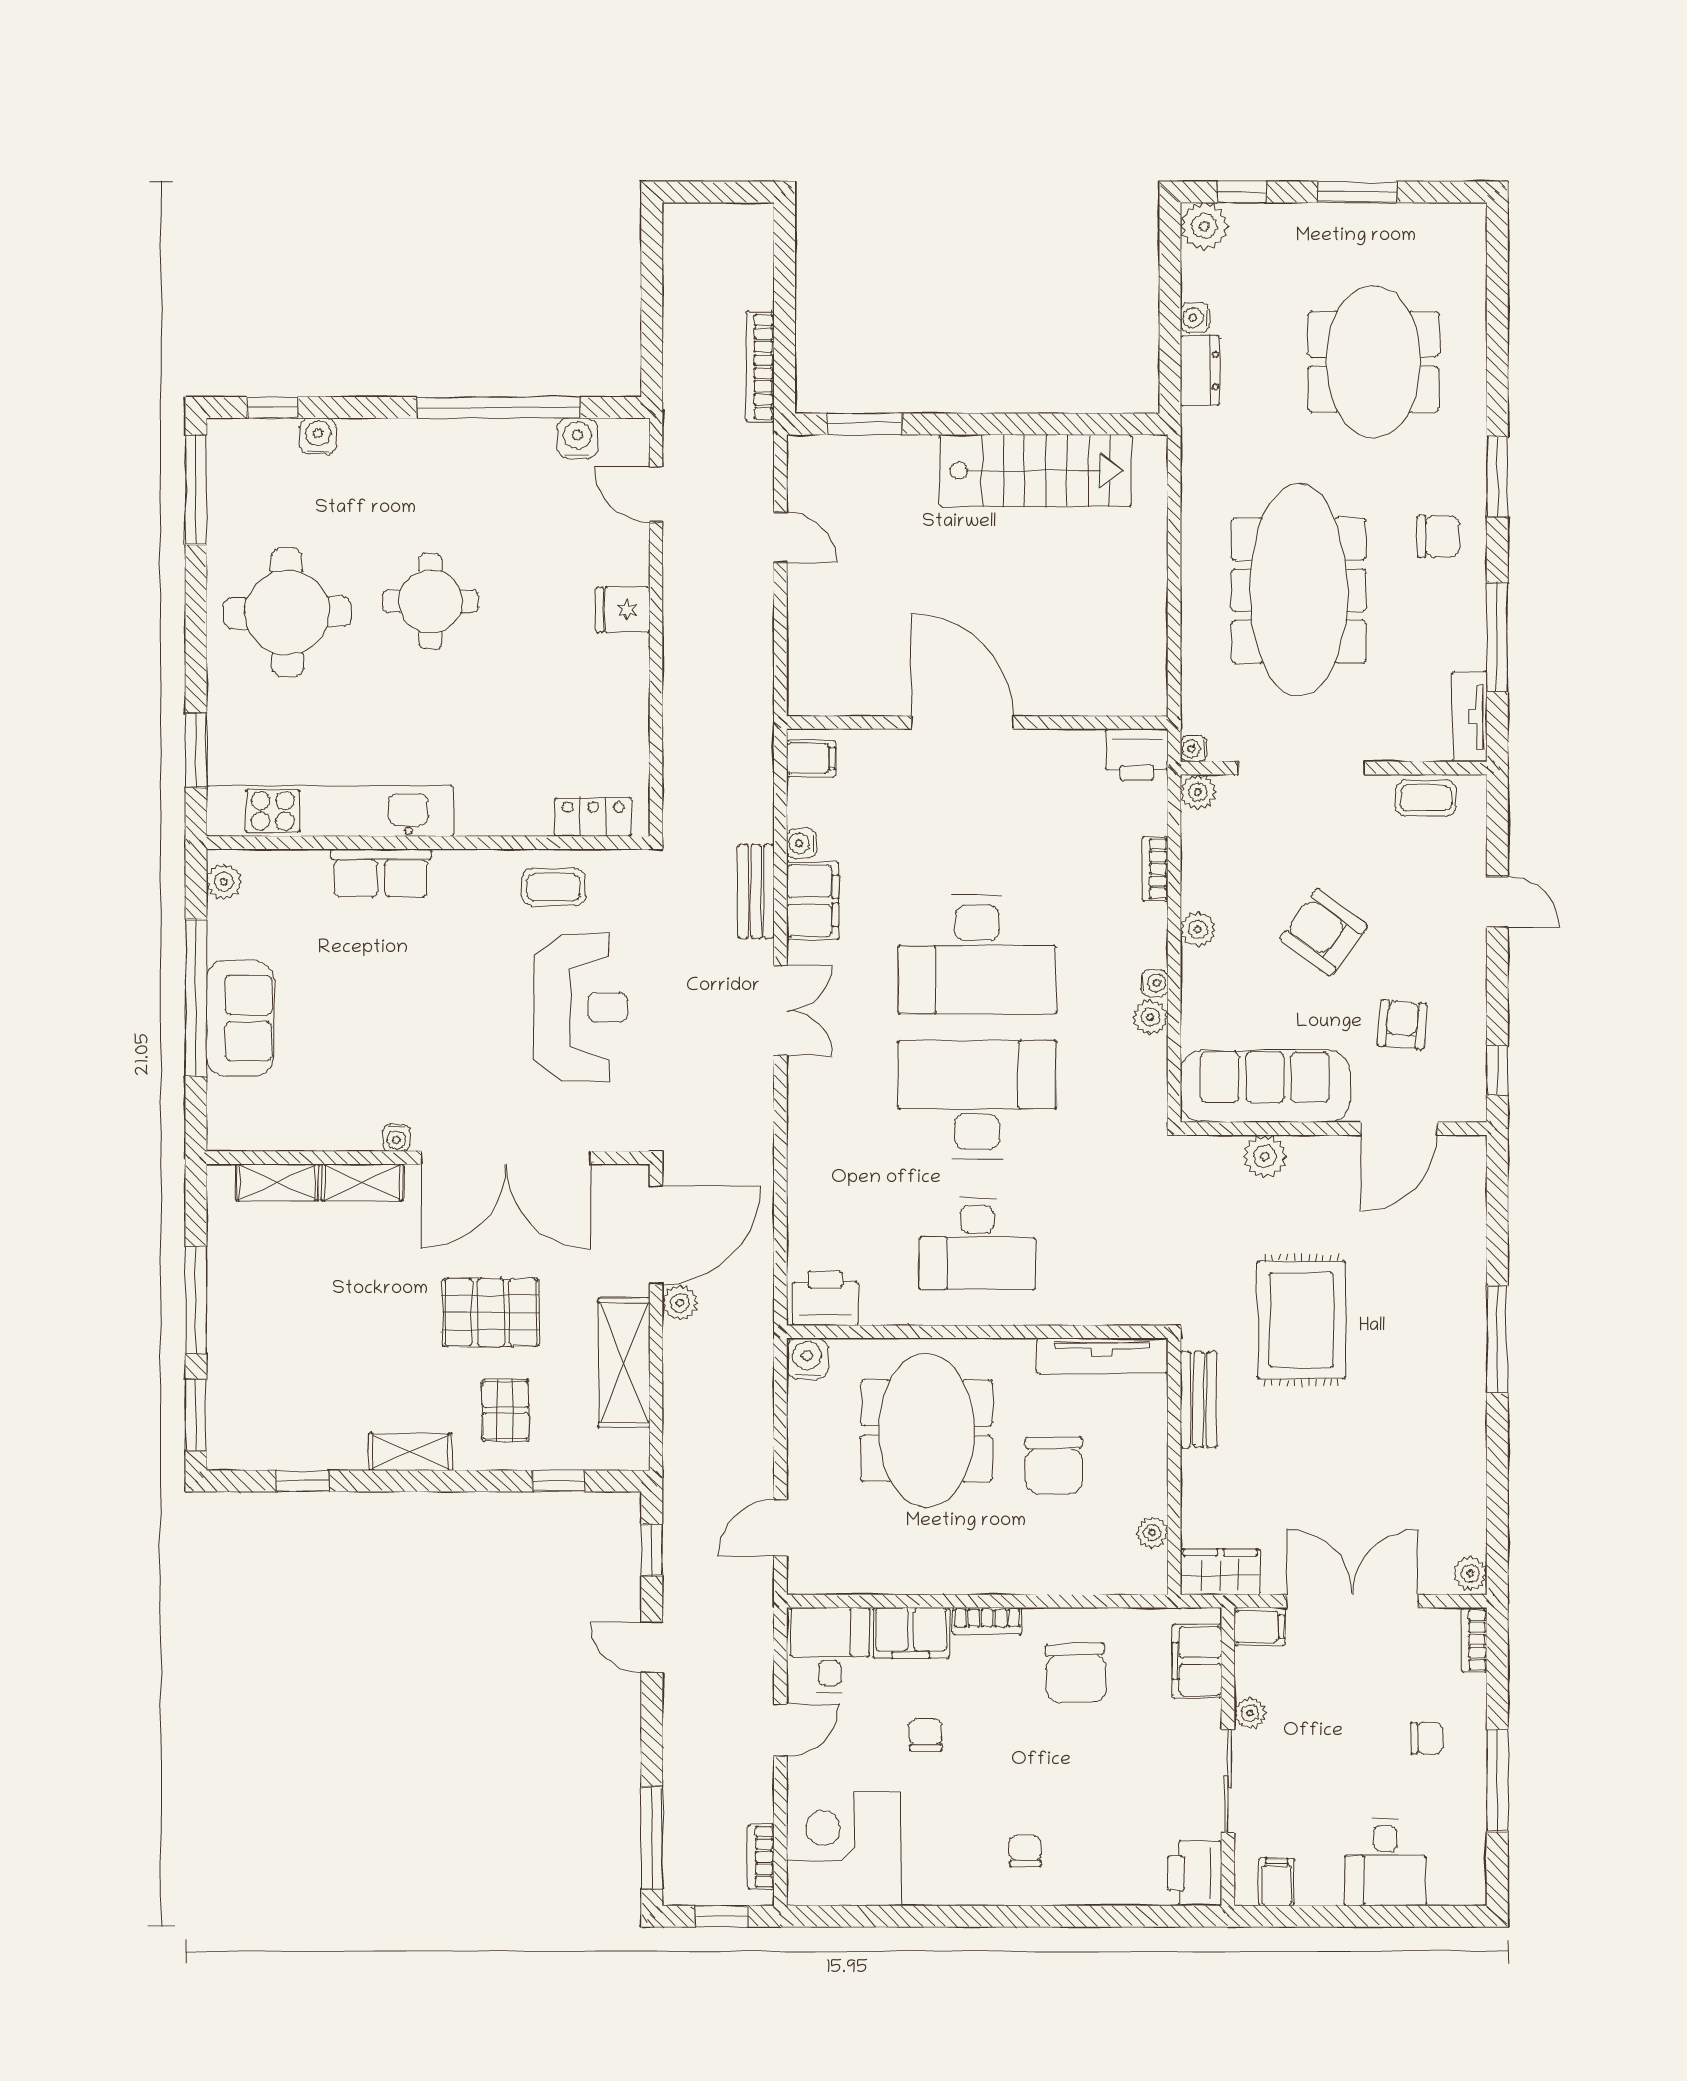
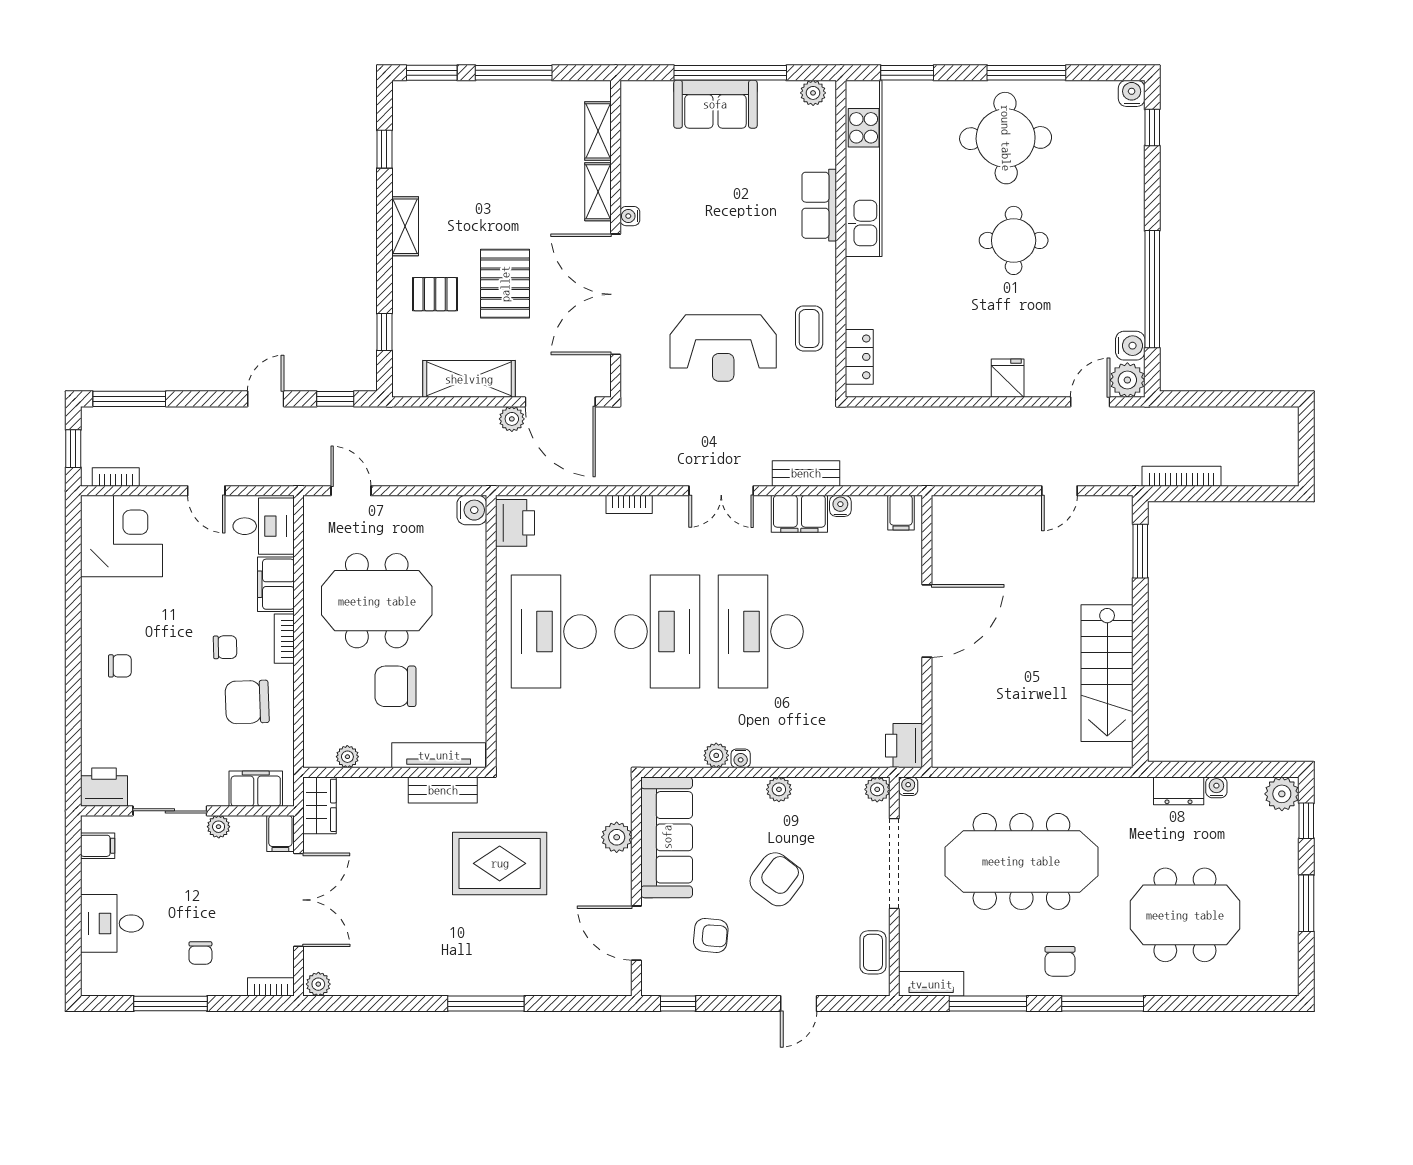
water cooler: (318, 436) -> (1132, 93), moved, turned -90
plant: (625, 442) -> (1127, 380), added
window: (1497, 477) -> (1103, 1004), width x1.44
window: (196, 490) -> (1026, 73), moved
bookcase: (1155, 869) -> (629, 504), moved, turned 180
desk: (977, 1244) -> (554, 632), width x1.36, depth x1.30
tv unit: (1102, 1356) -> (439, 755), moved, turned 90
meeting table: (927, 1431) -> (377, 601), moved
chair: (926, 1735) -> (225, 647), moved

